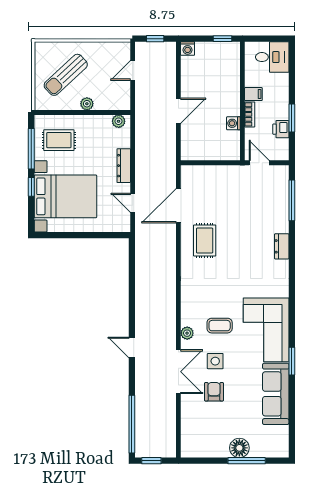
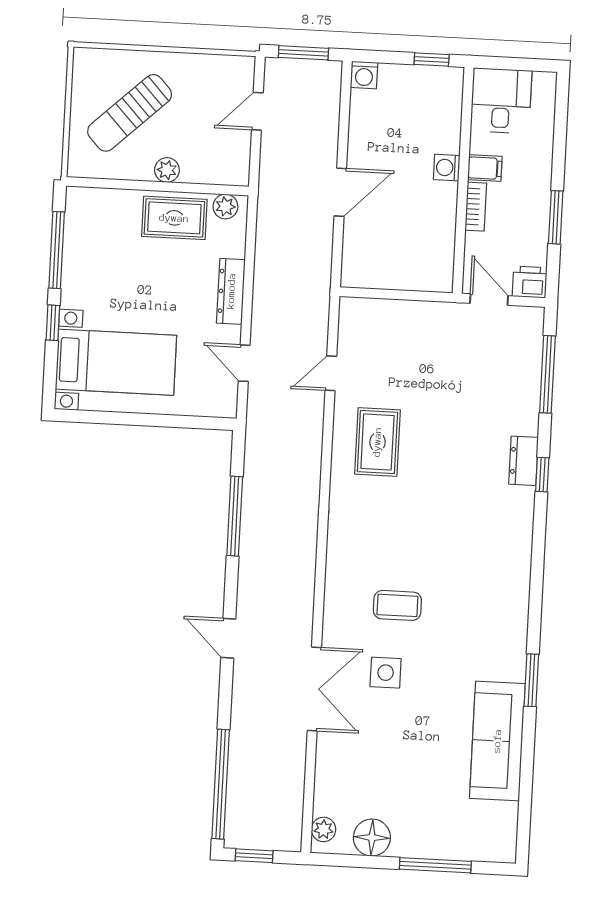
window: (155, 39) -> (303, 53), width x1.50
desk: (272, 57) -> (501, 101), moved, turned -90
washing machine: (233, 123) -> (447, 168), moved
printer: (281, 129) -> (530, 282), moved, turned 90
rug: (59, 140) -> (174, 218), moved
bed with nightstands: (65, 196) -> (116, 362), width x0.73
door: (178, 206) -> (331, 373), width x0.53
window: (292, 253) -> (542, 475), added
window: (132, 283) -> (235, 516), added
corner sofa: (266, 330) -> (485, 618), removed
plant: (187, 333) -> (324, 829), moved
armchair: (214, 392) -> (380, 731), removed
floor lamp: (239, 448) -> (372, 838), moved

